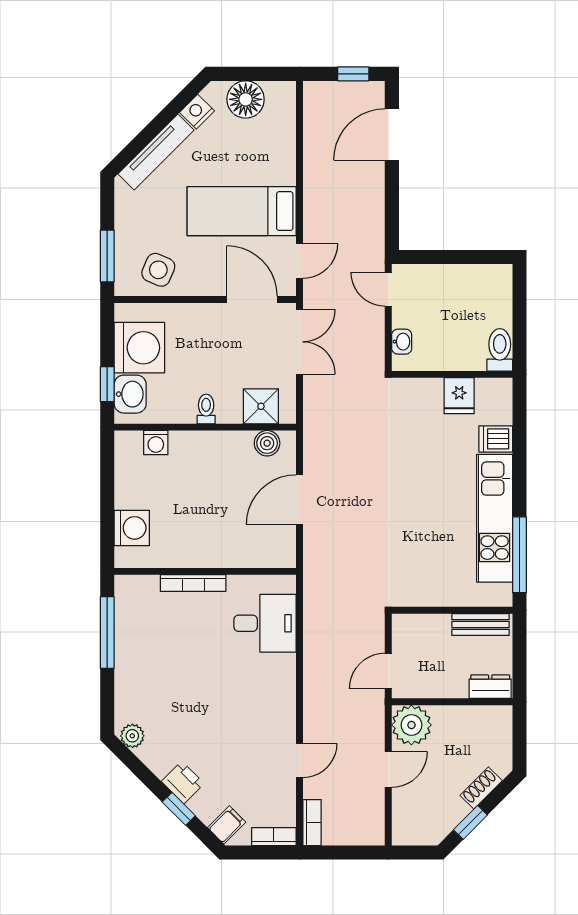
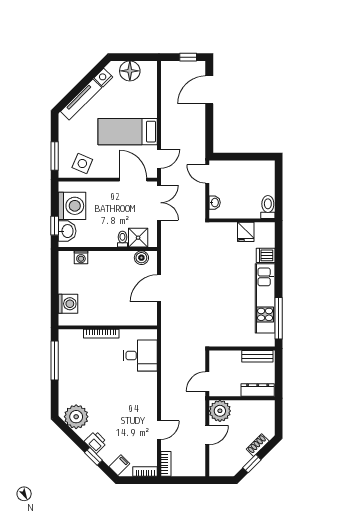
toilet: (206, 409) -> (122, 239), moved
dresser: (490, 687) -> (258, 390), width x1.44
plant: (132, 736) -> (76, 417), width x1.87, depth x1.87

